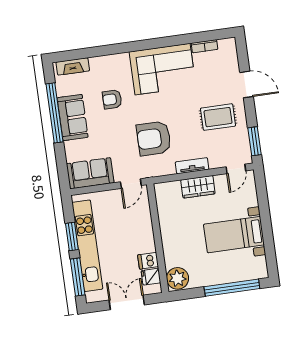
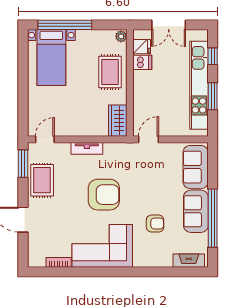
rug: (218, 117) -> (42, 180), moved, turned 90
armchair: (154, 138) -> (104, 195), moved
sofa: (90, 173) -> (196, 167), moved, turned 90
wardrobe: (198, 187) -> (118, 121), moved, turned -90
bed with nightstands: (234, 235) -> (51, 58), moved, turned 90
rug: (179, 246) -> (110, 72), added
window: (78, 277) -> (213, 56), width x0.46
plant: (178, 278) -> (121, 36), width x0.53, depth x0.53

